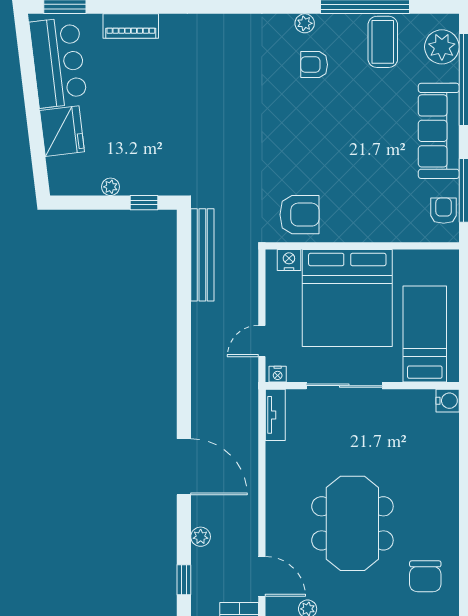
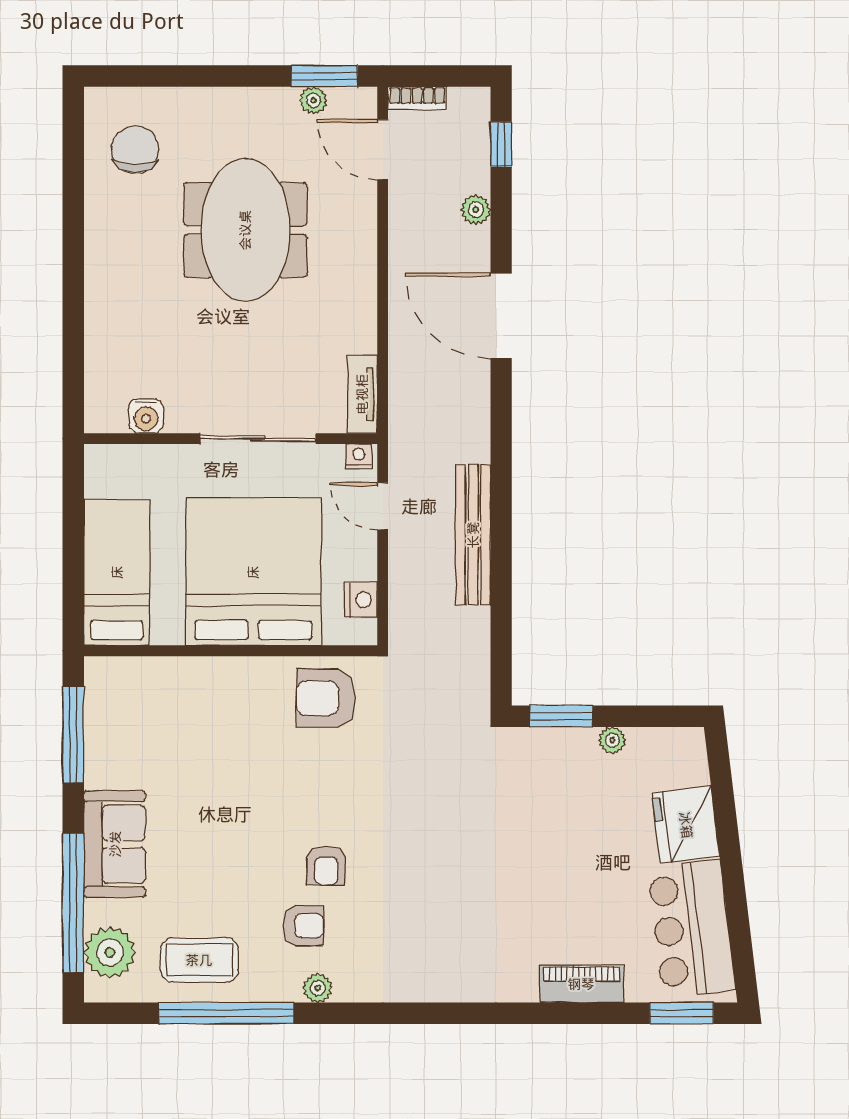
coffee table: (383, 42) -> (199, 960), turned 90
sofa: (439, 131) -> (115, 844), width x0.73
window: (144, 203) -> (561, 716), width x1.50
armchair: (444, 211) -> (326, 866), moved
bench: (202, 255) -> (473, 535), moved
nightstand: (289, 260) -> (361, 600), moved, turned -90
bed: (425, 334) -> (117, 572), moved, turned 180
door: (262, 341) -> (383, 506), swing flipped
water cooler: (448, 401) -> (146, 416), moved, turned -90

